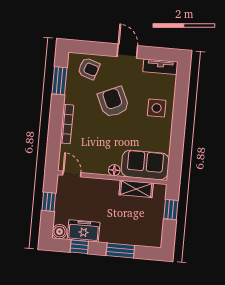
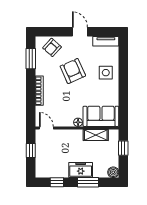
armchair: (89, 69) -> (52, 47), turned 114
freezer: (84, 231) -> (81, 170), moved
boiler: (60, 232) -> (113, 172), moved

